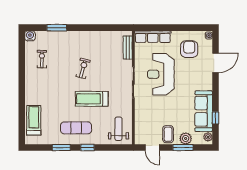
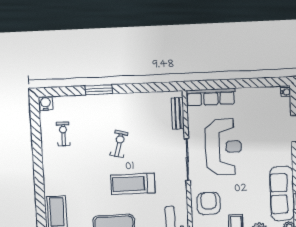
window: (57, 28) -> (99, 90), moved
armchair: (189, 49) -> (209, 203), moved
reception desk: (161, 74) -> (223, 147), turned 180

